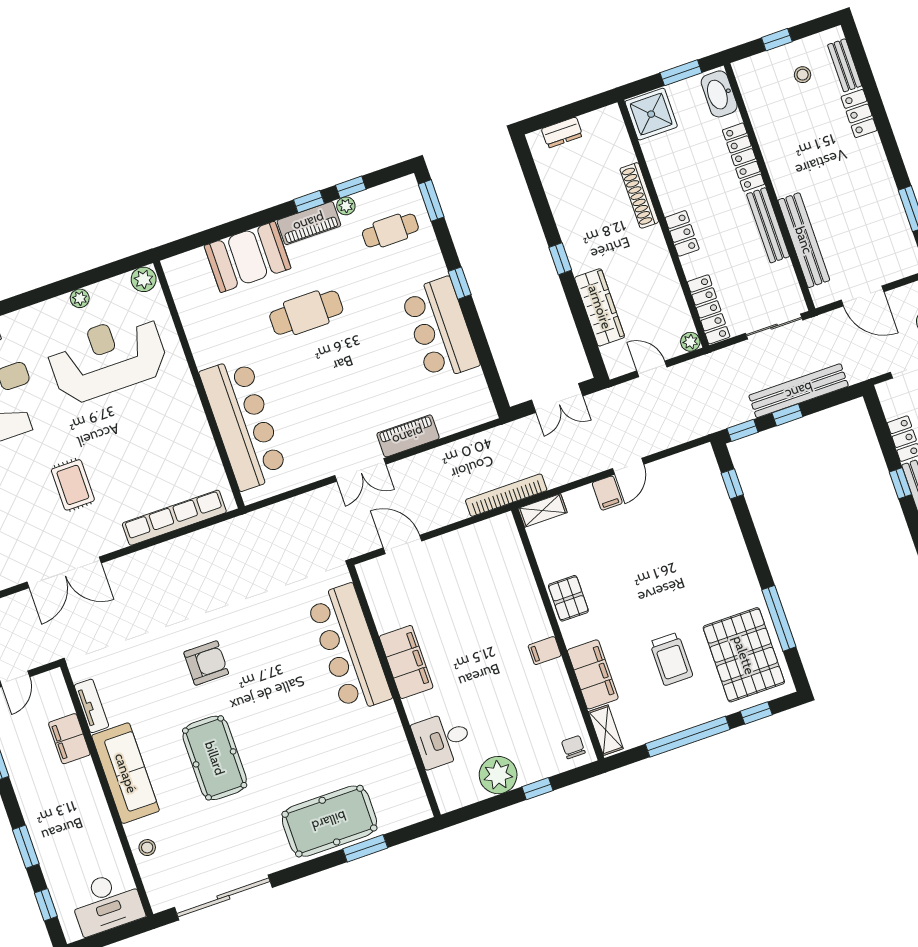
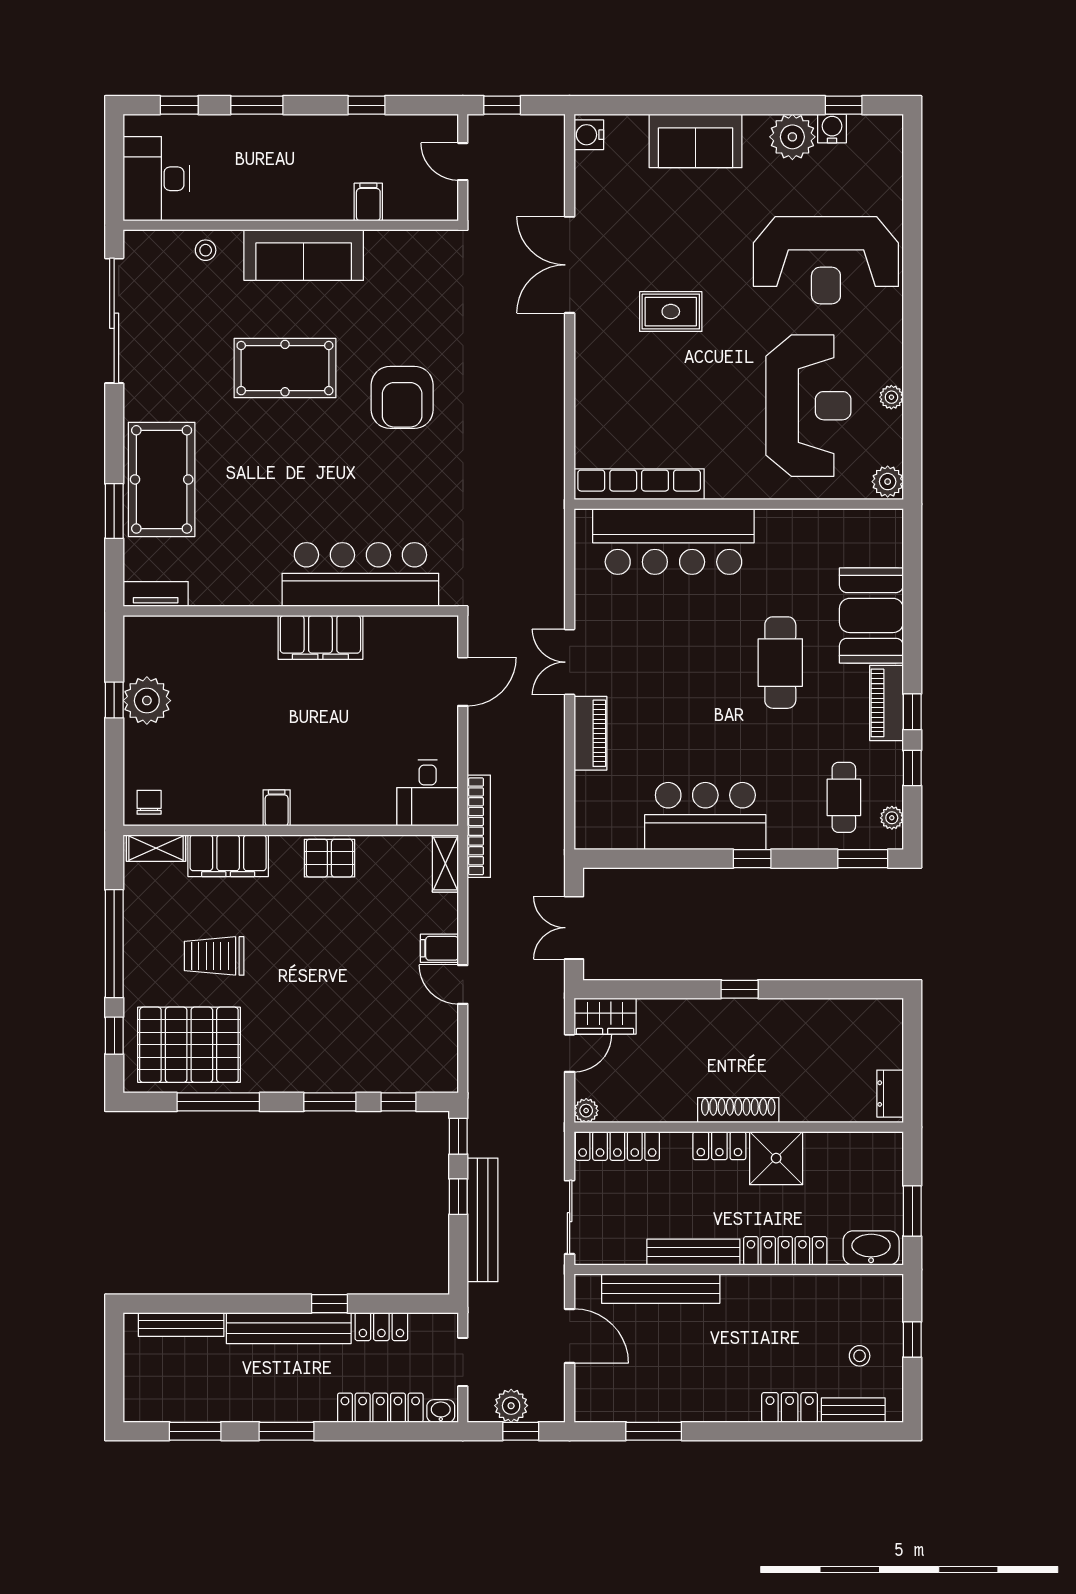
shower: (651, 114) -> (776, 1158), moved
dresser: (562, 132) -> (890, 1094), moved
shoe rack: (639, 195) -> (738, 1110), moved
plant: (346, 206) -> (892, 818), moved
door: (863, 296) -> (570, 1336), swing flipped
wardrobe: (600, 307) -> (605, 1016), moved, width x0.67
row of seats: (174, 518) -> (639, 484), moved, turned -90
window: (750, 535) -> (330, 1102), added
armchair: (206, 663) -> (402, 397), width x1.36, depth x1.36
tv unit: (91, 706) -> (156, 594), moved, turned 180
filing cabinet: (69, 739) -> (368, 202), width x0.50
desk: (442, 740) -> (428, 793), moved, turned 180
chair: (573, 747) -> (149, 802), turned -90
window: (537, 789) -> (114, 700), moved

